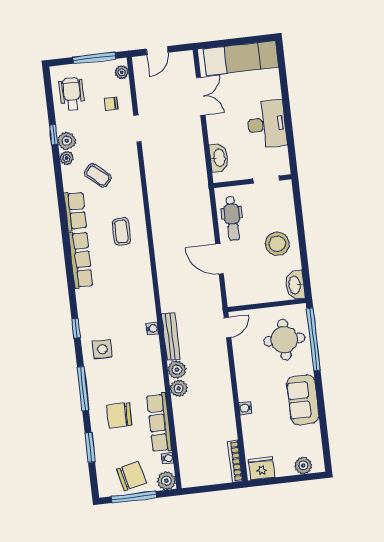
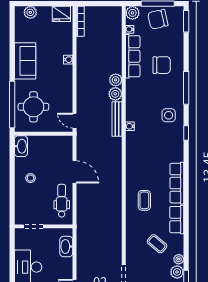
stool: (277, 244) -> (31, 178), width x0.53, depth x0.53
door: (227, 327) -> (74, 121), hinge flipped
window: (90, 448) -> (186, 21), moved

